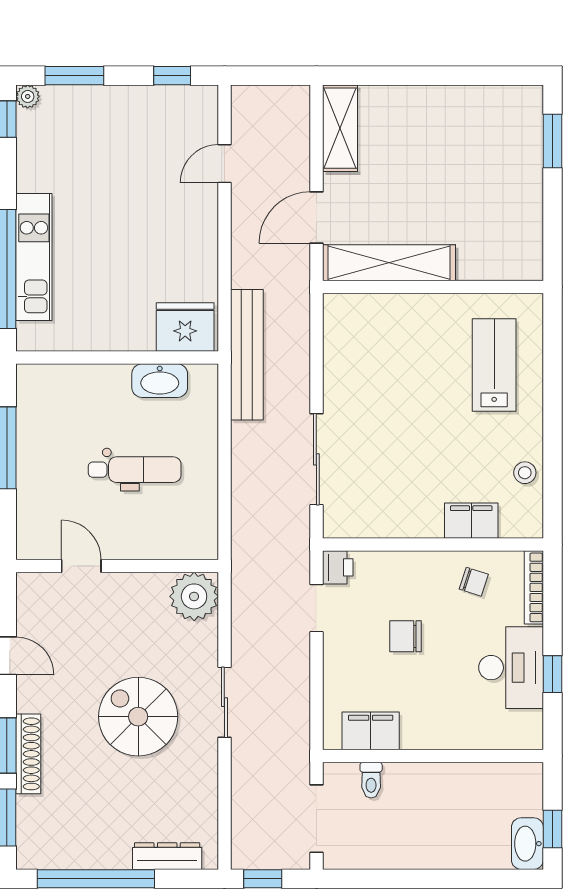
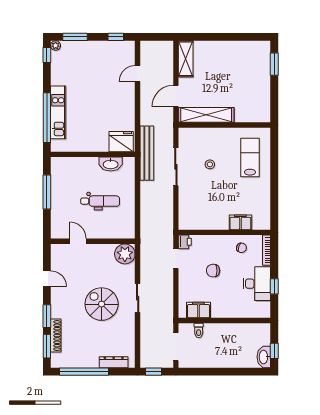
sliding door: (316, 459) -> (176, 167), moved
stool: (525, 473) -> (210, 164), moved
shoe rack: (28, 754) -> (56, 336), moved

